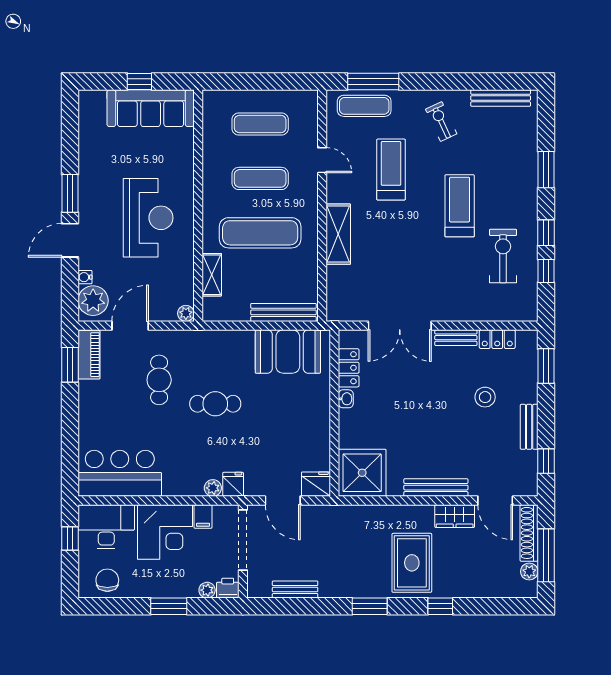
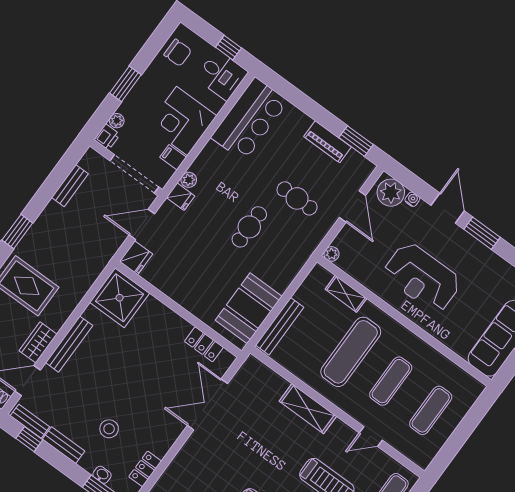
bench: (456, 338) -> (30, 421), moved, turned 90
piano: (89, 355) -> (327, 142), moved
washbasin: (346, 399) -> (102, 475), moved, turned 180
desk: (106, 527) -> (222, 75), width x0.73

